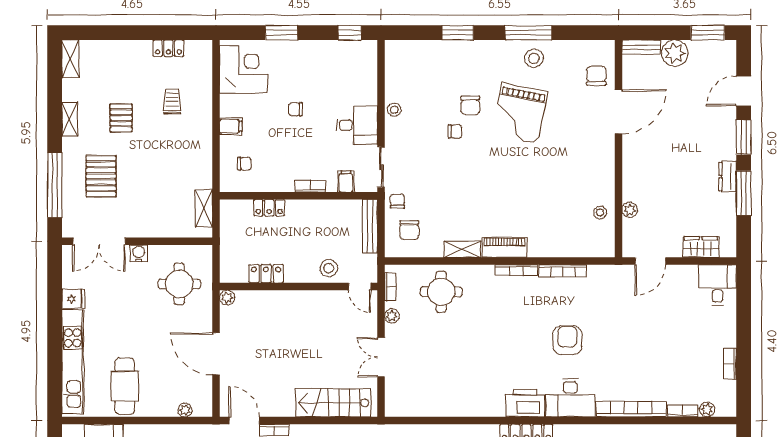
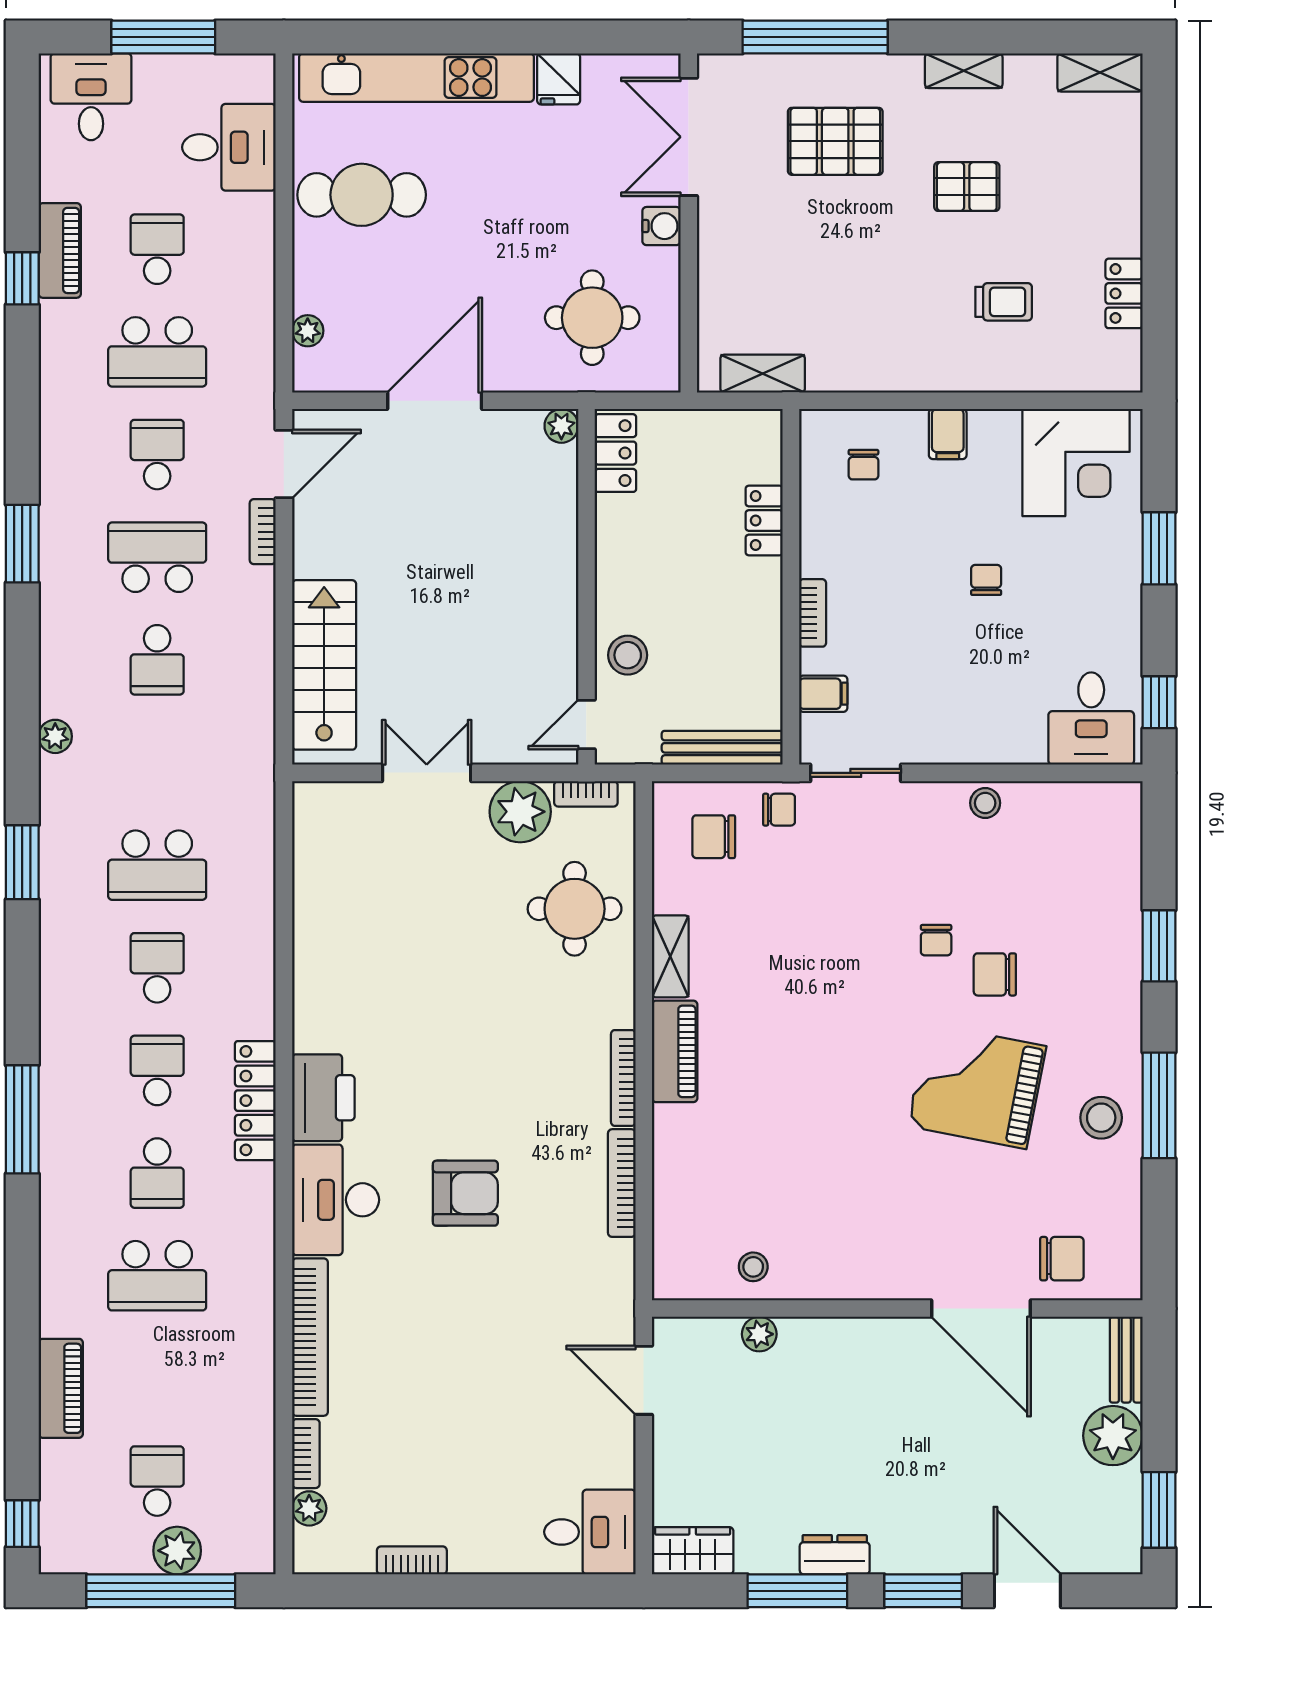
desk: (357, 125) -> (1091, 719), moved
wardrobe: (701, 247) -> (693, 1551), moved, turned -90
locker: (266, 274) -> (615, 453), moved
plant: (392, 316) -> (520, 812), width x1.87, depth x1.87

